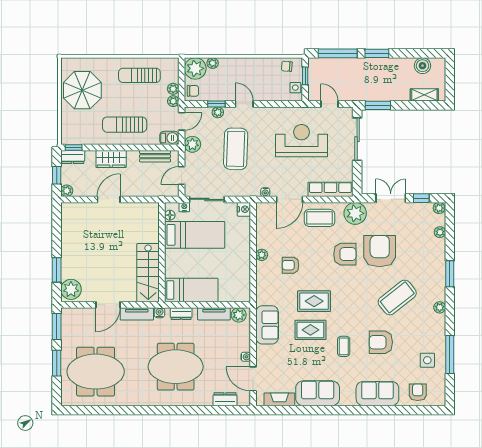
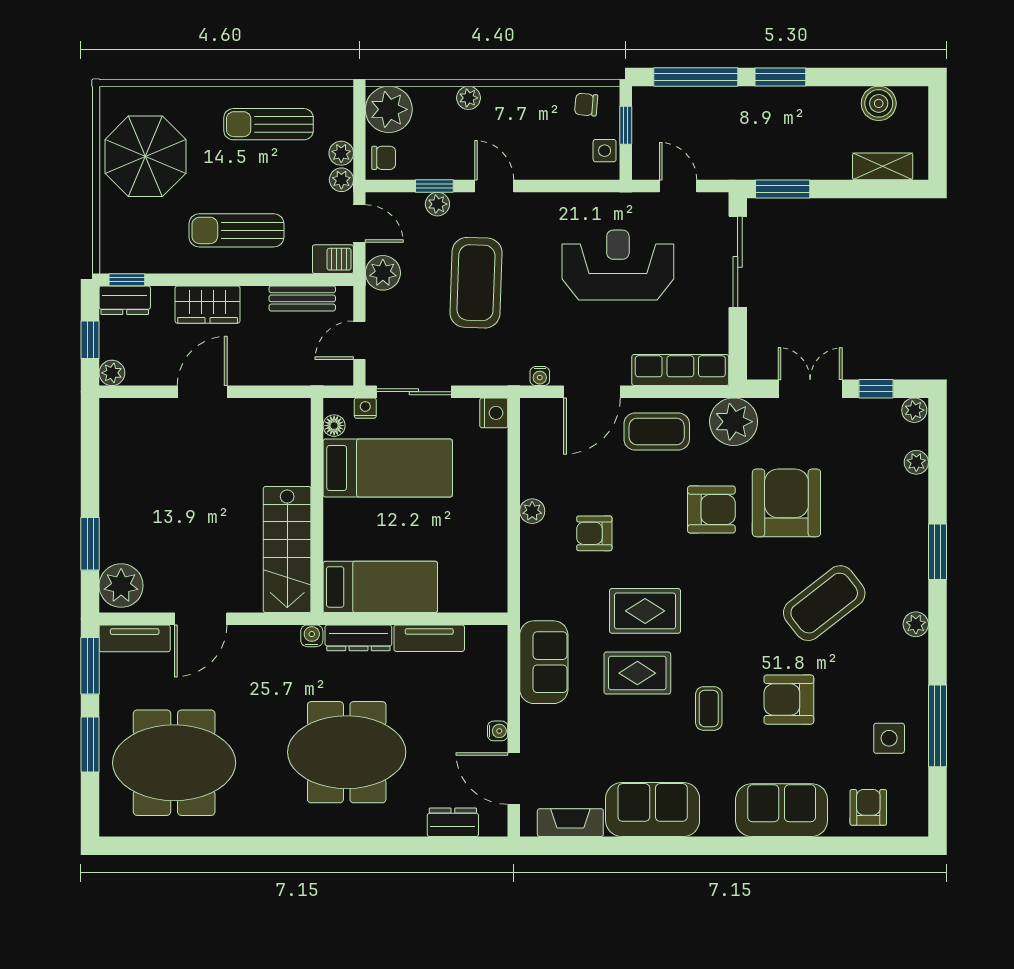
plant: (213, 63) -> (469, 98), moved
door: (182, 121) -> (359, 224), hinge flipped
tv unit: (137, 314) -> (135, 638), moved
dresser: (181, 314) -> (358, 638), width x1.44
plant: (239, 315) -> (483, 641), removed

